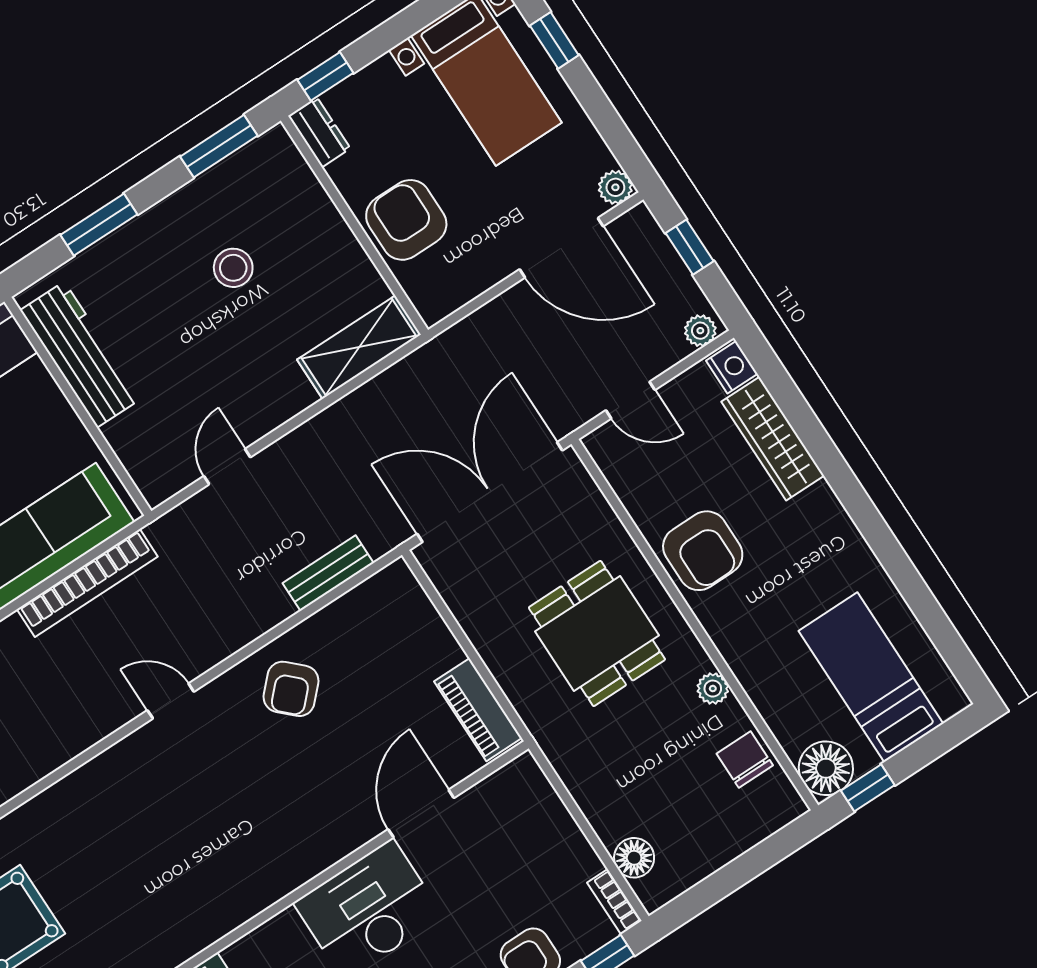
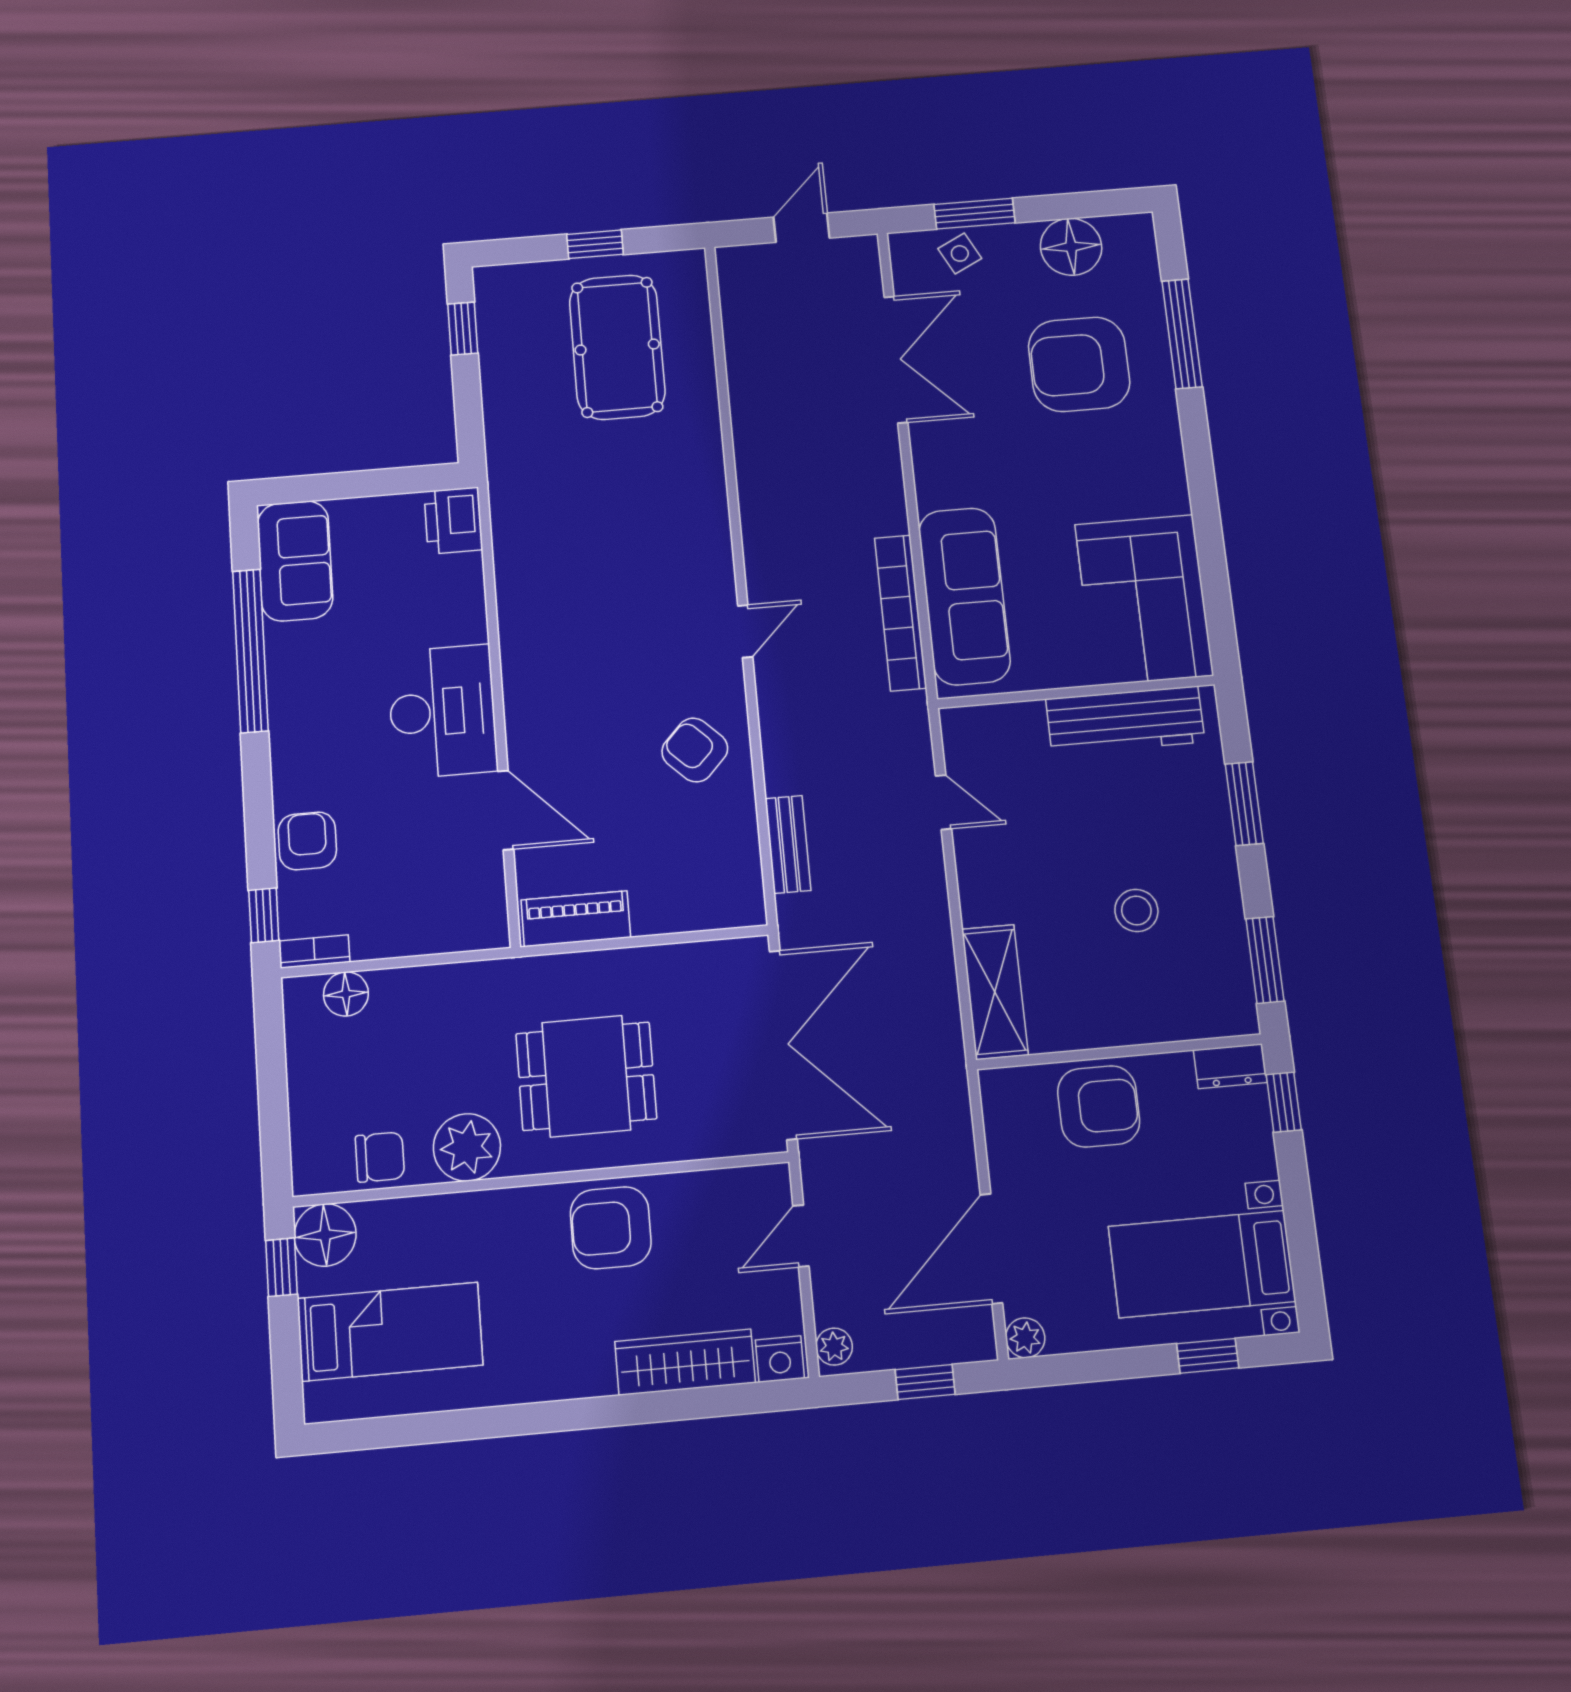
plant: (713, 689) -> (467, 1147), width x1.87, depth x1.87

